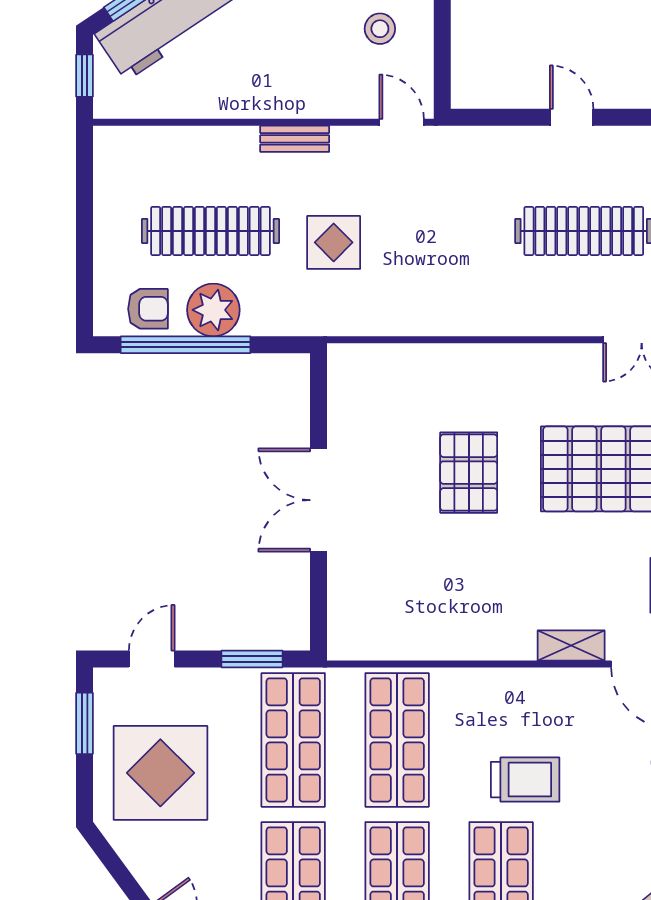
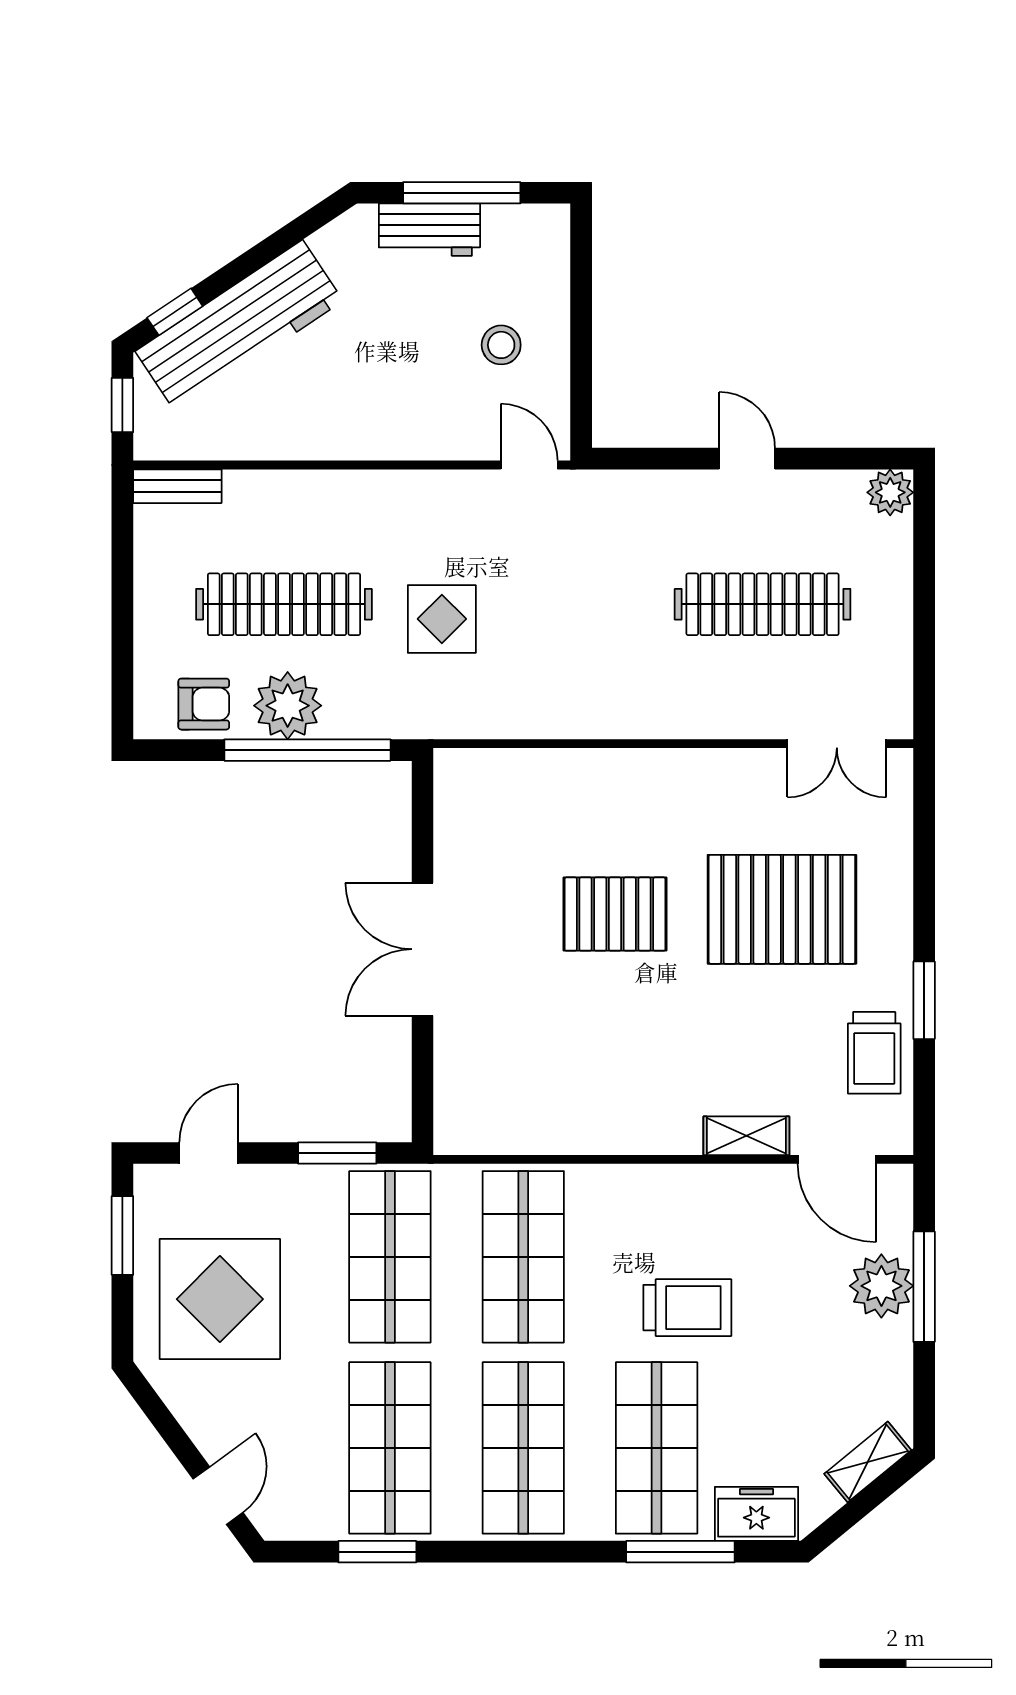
bench: (295, 139) -> (177, 486), moved
window: (186, 345) -> (307, 750), moved
pallet: (469, 473) -> (615, 914), turned 90

